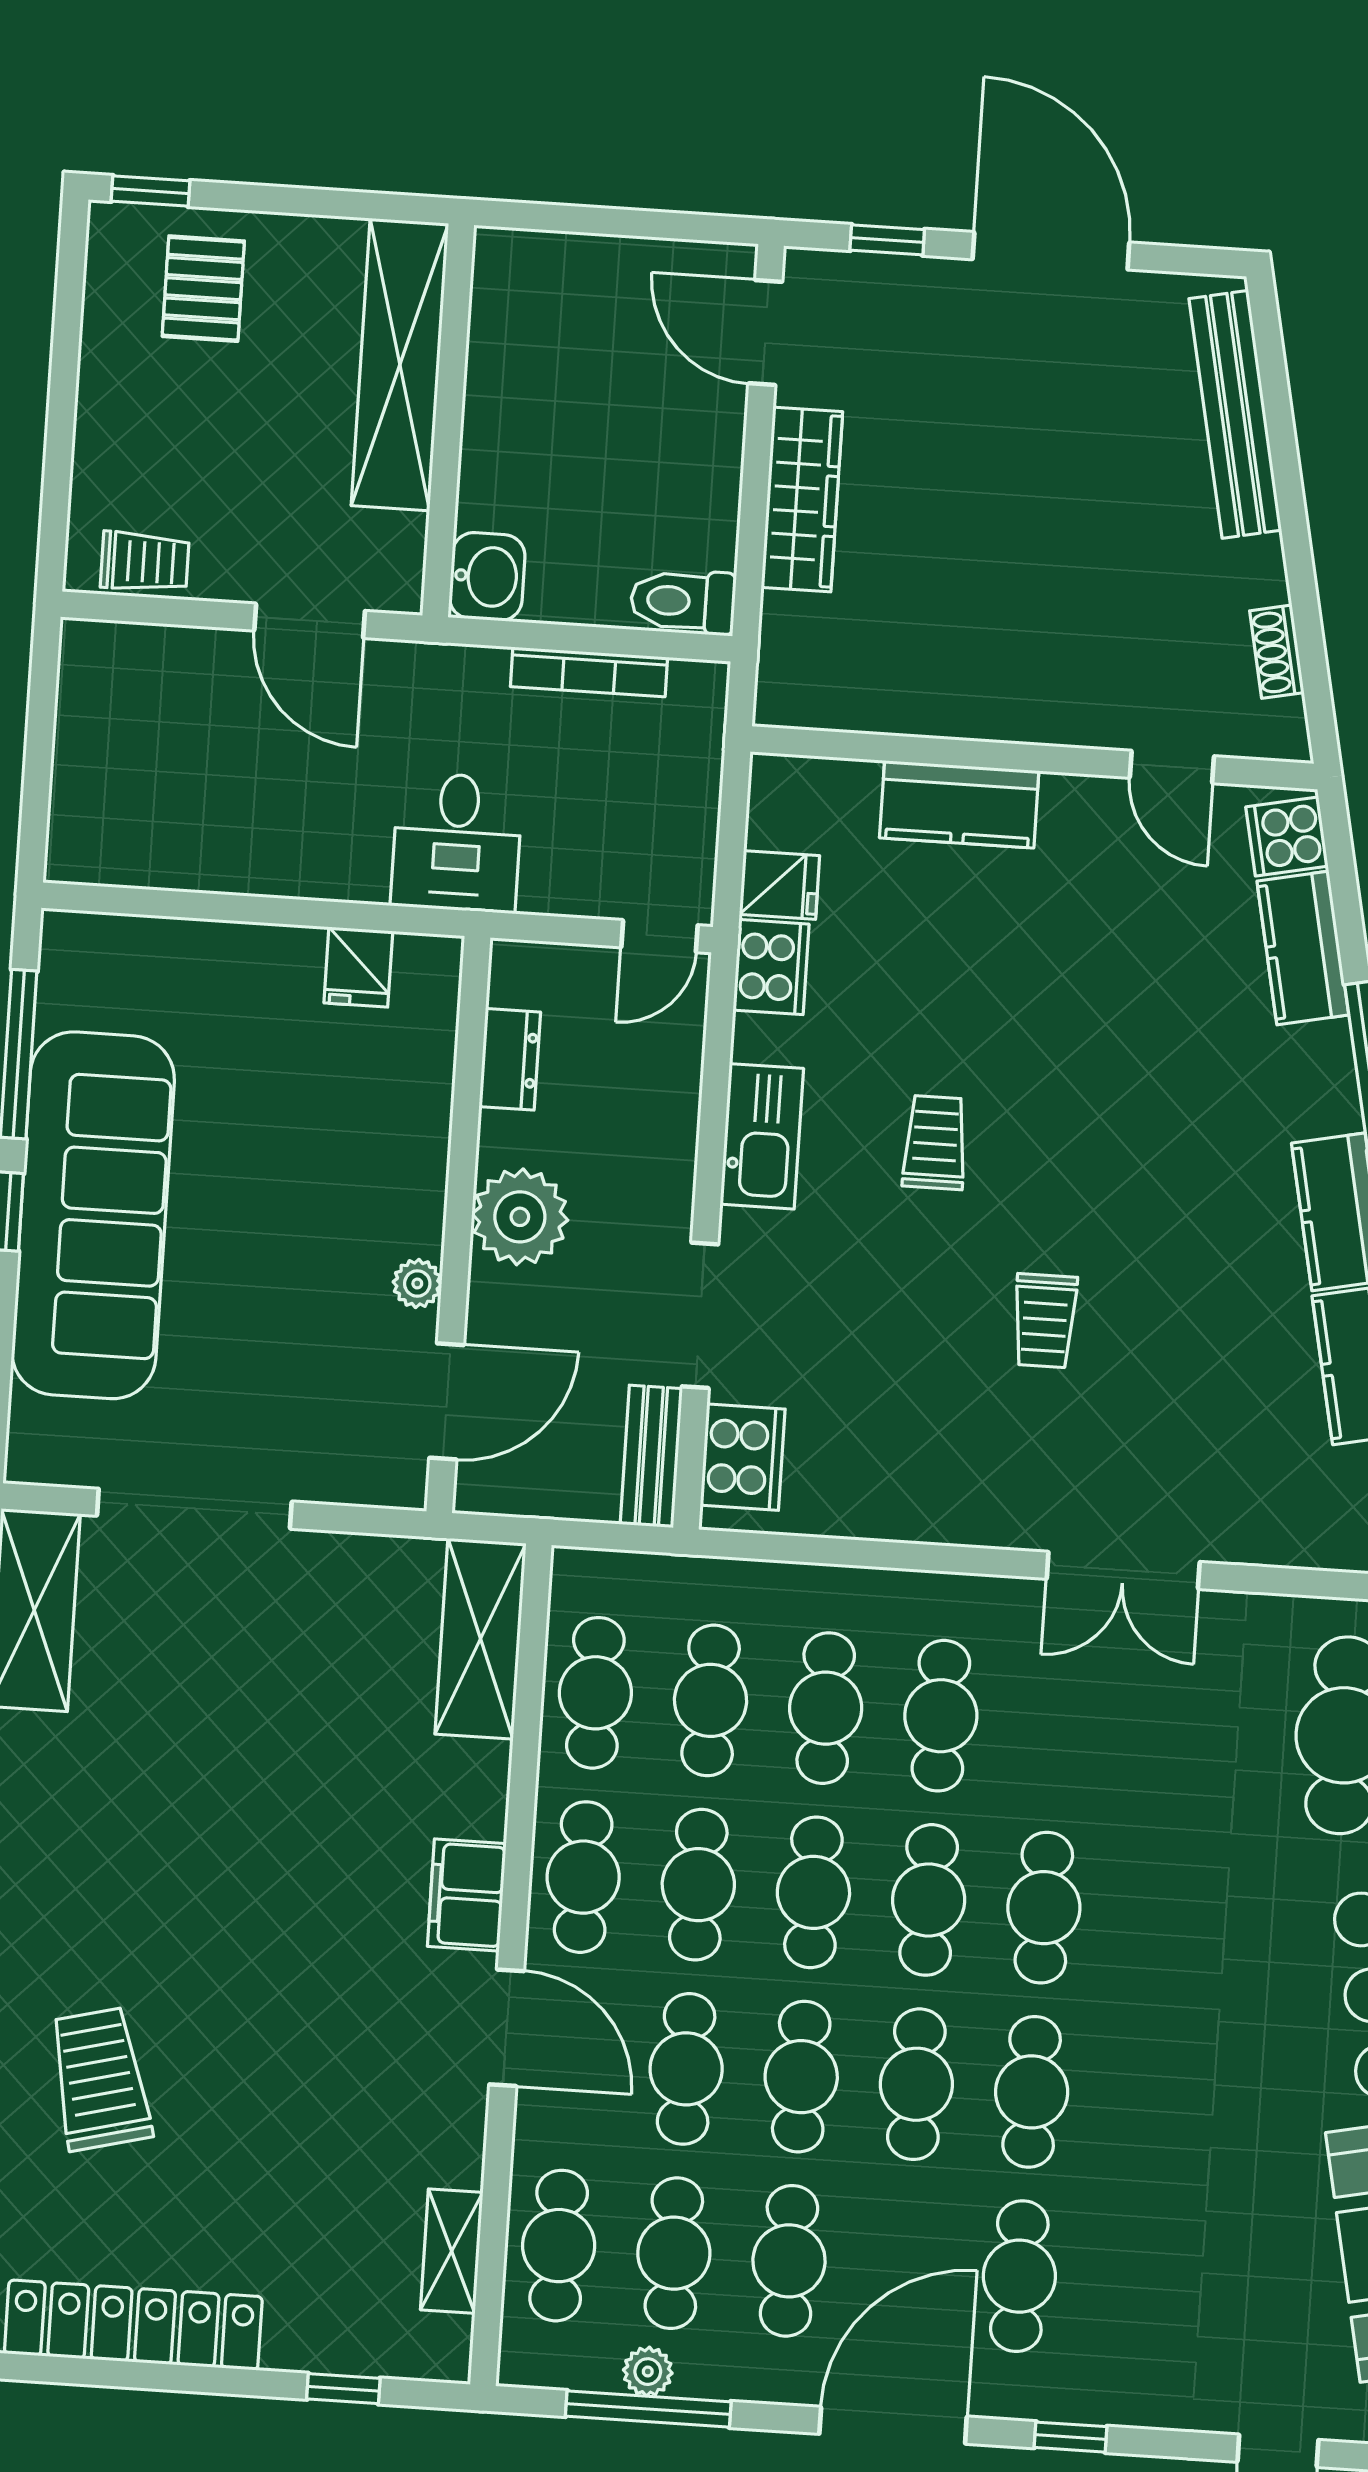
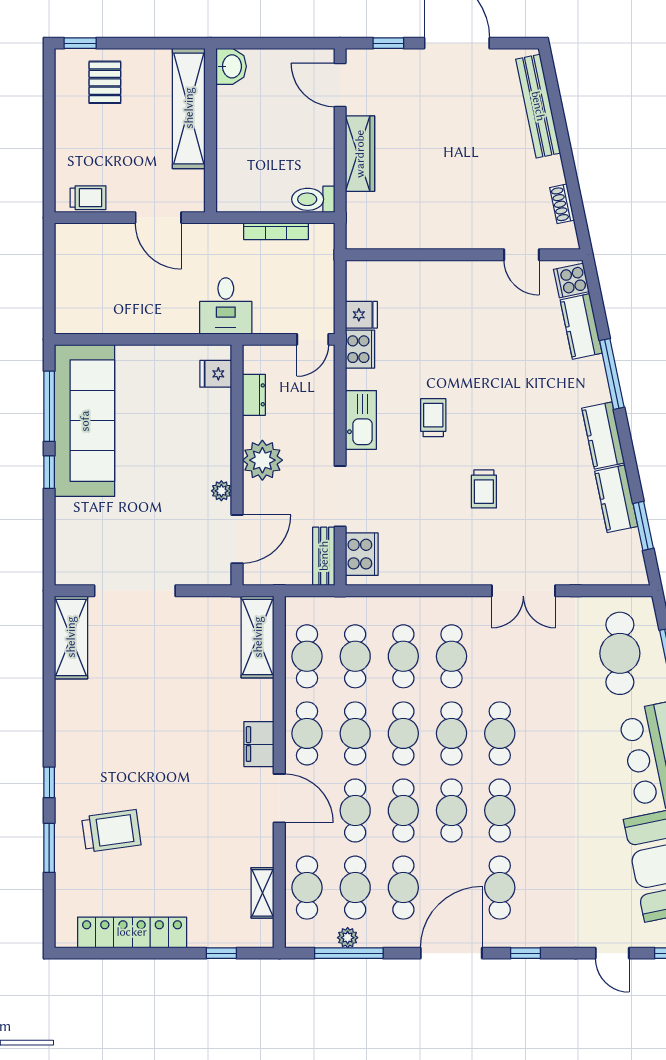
washbasin: (487, 577) -> (231, 66), moved
kitchen counter: (959, 804) -> (434, 276), removed
fridge: (358, 967) -> (216, 374), moved, turned 90
sofa: (93, 1215) -> (85, 421), moved
trolley: (100, 2079) -> (111, 831), turned 96

